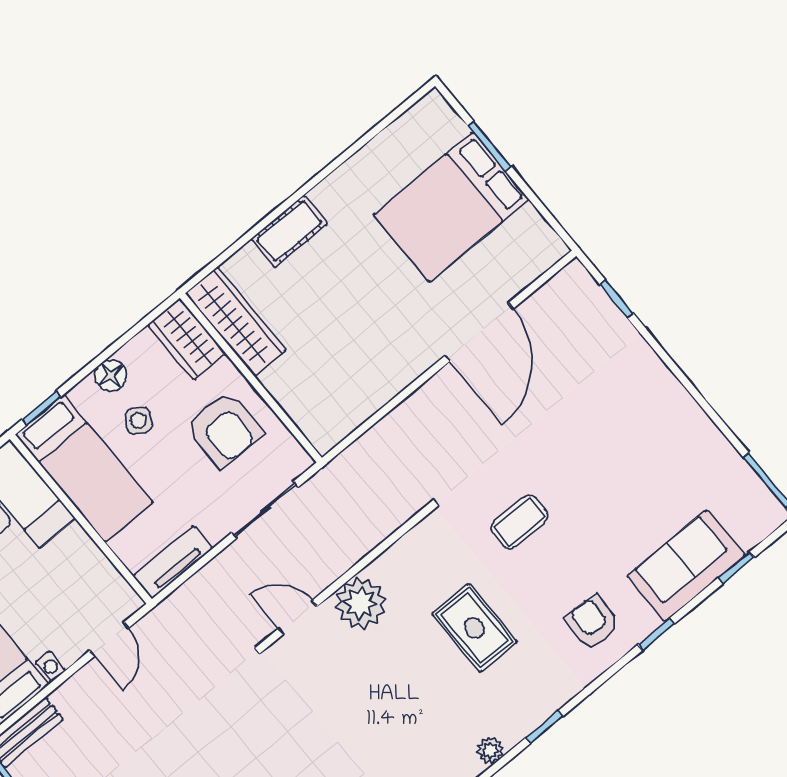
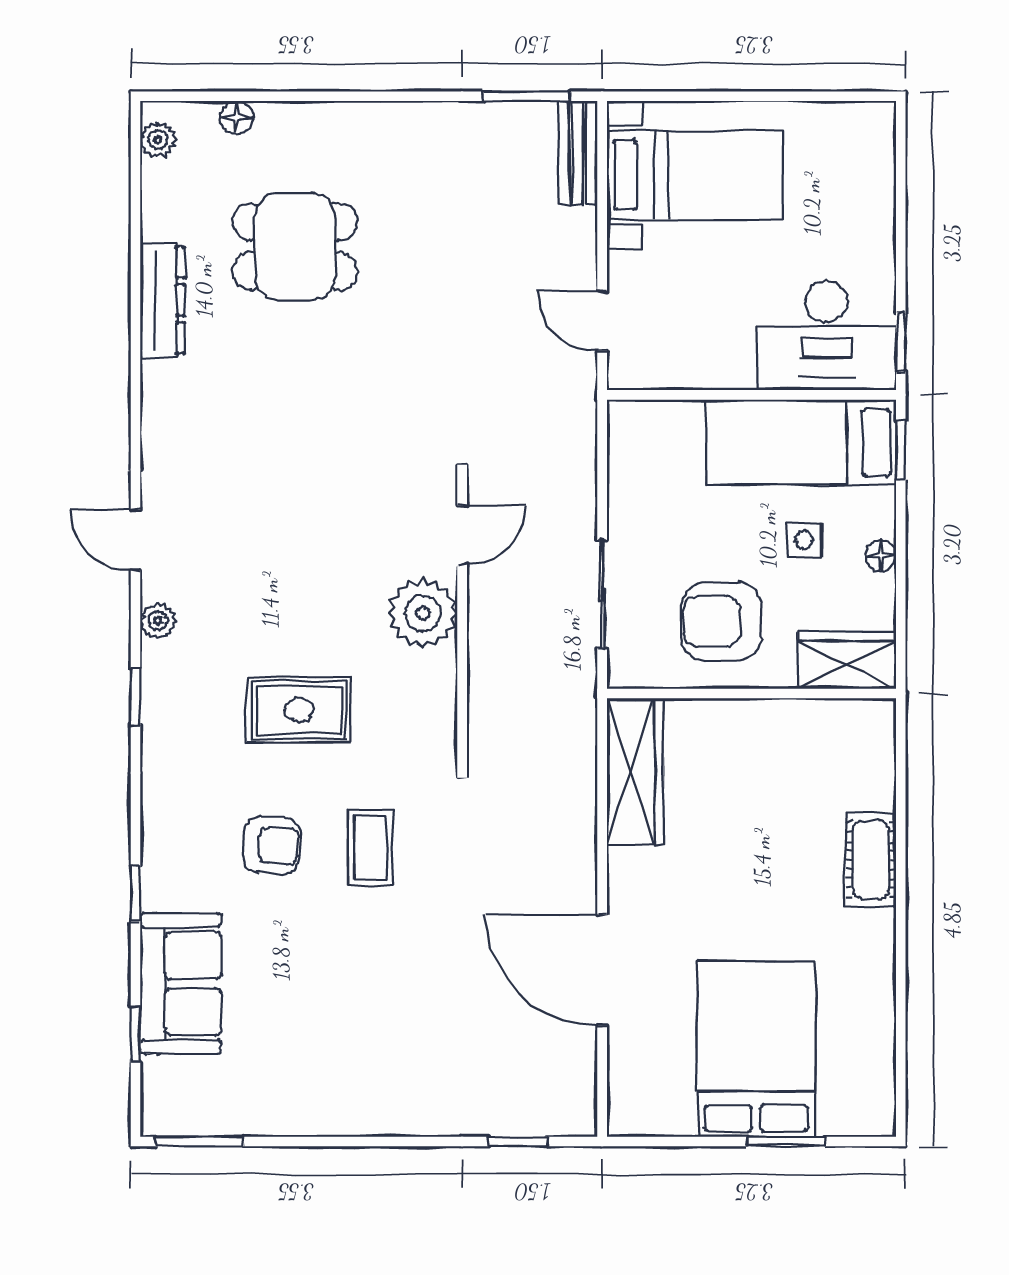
wardrobe: (236, 321) -> (635, 771), moved, turned -90
floor lamp: (111, 375) -> (881, 556), width x0.73, depth x0.73
side table: (139, 420) -> (804, 540), turned -33
tv unit: (173, 562) -> (627, 453), removed
armchair: (592, 622) -> (272, 845), moved

